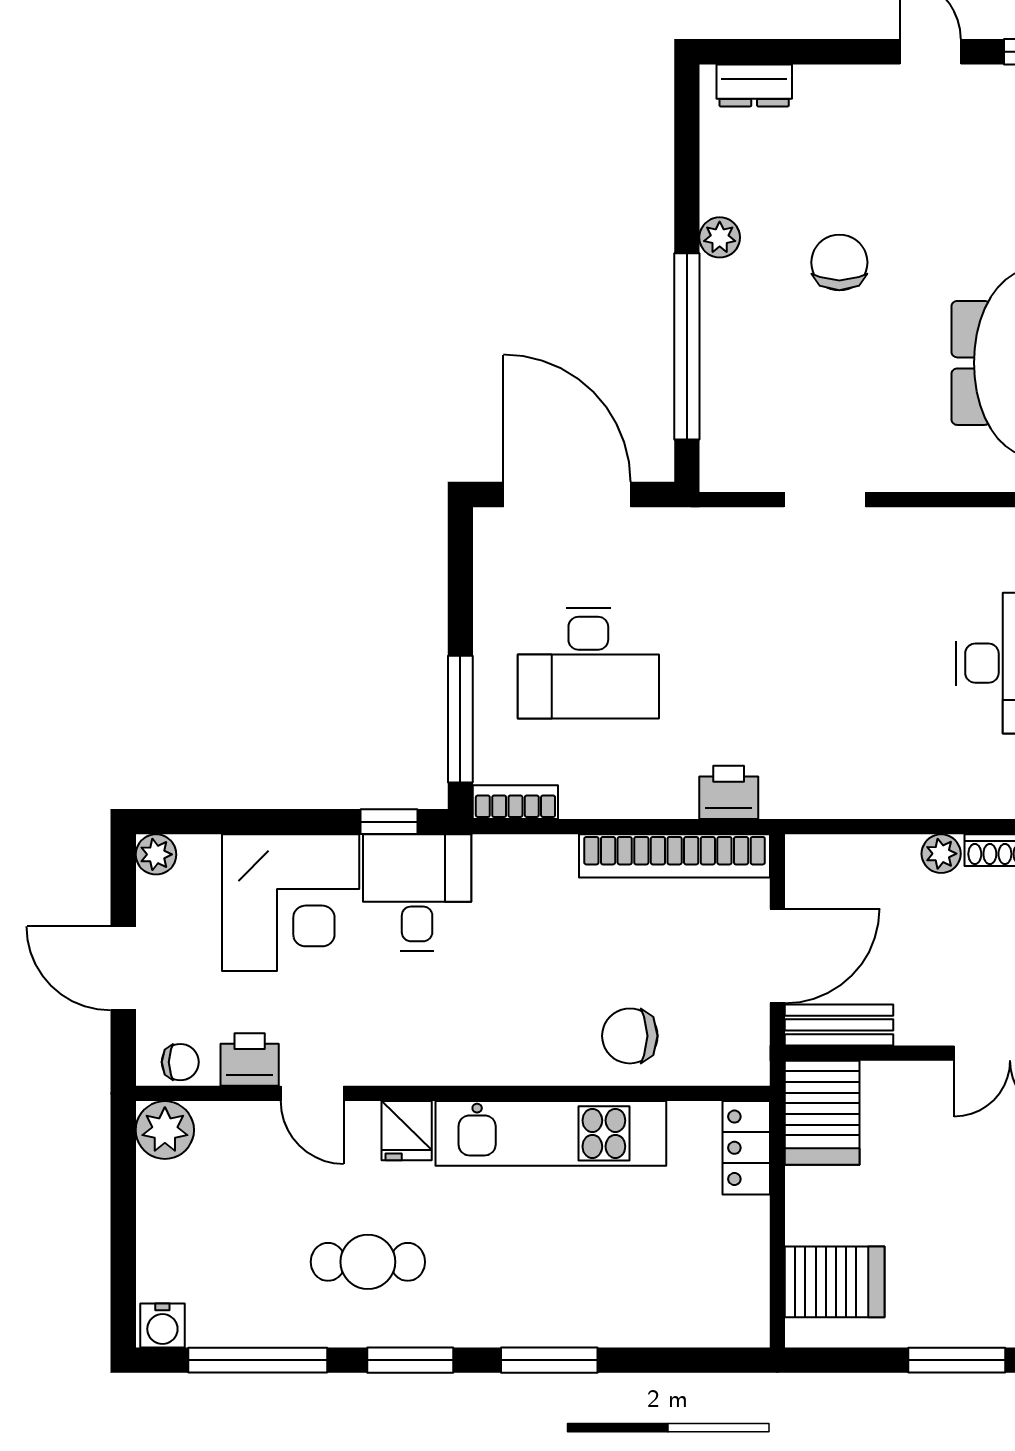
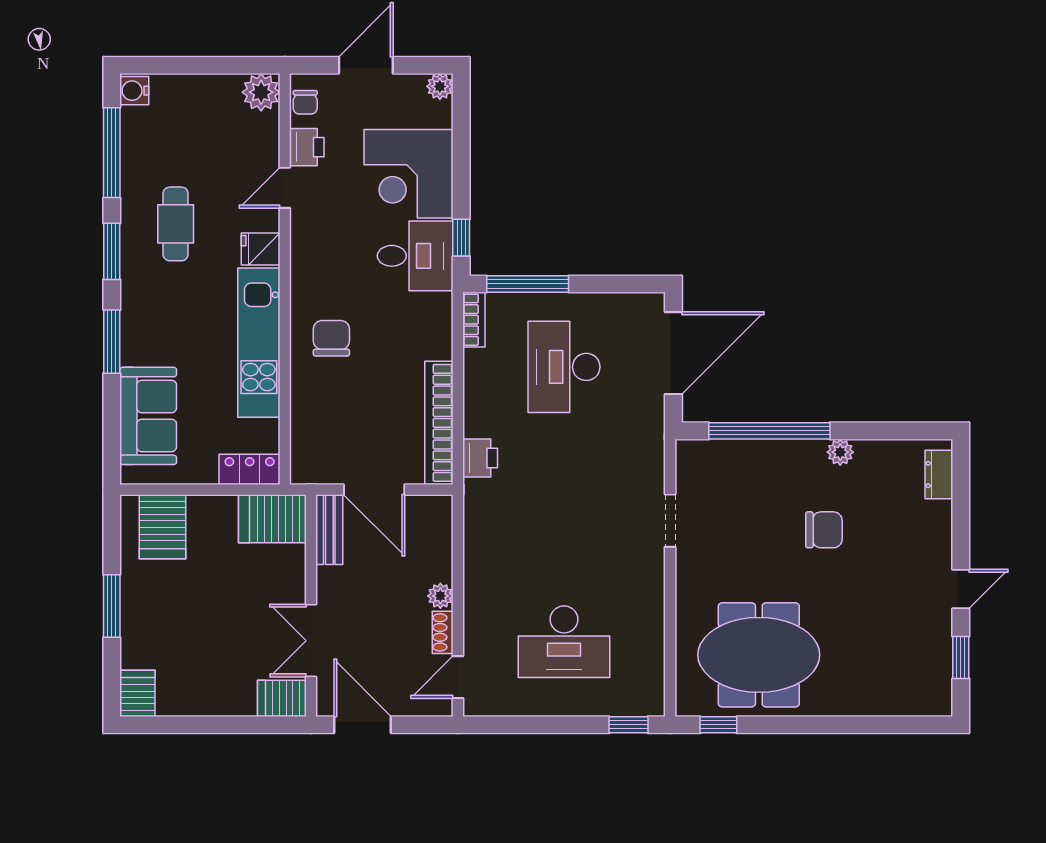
chair: (630, 1036) -> (331, 338), moved
sofa: (664, 1304) -> (148, 416), added

